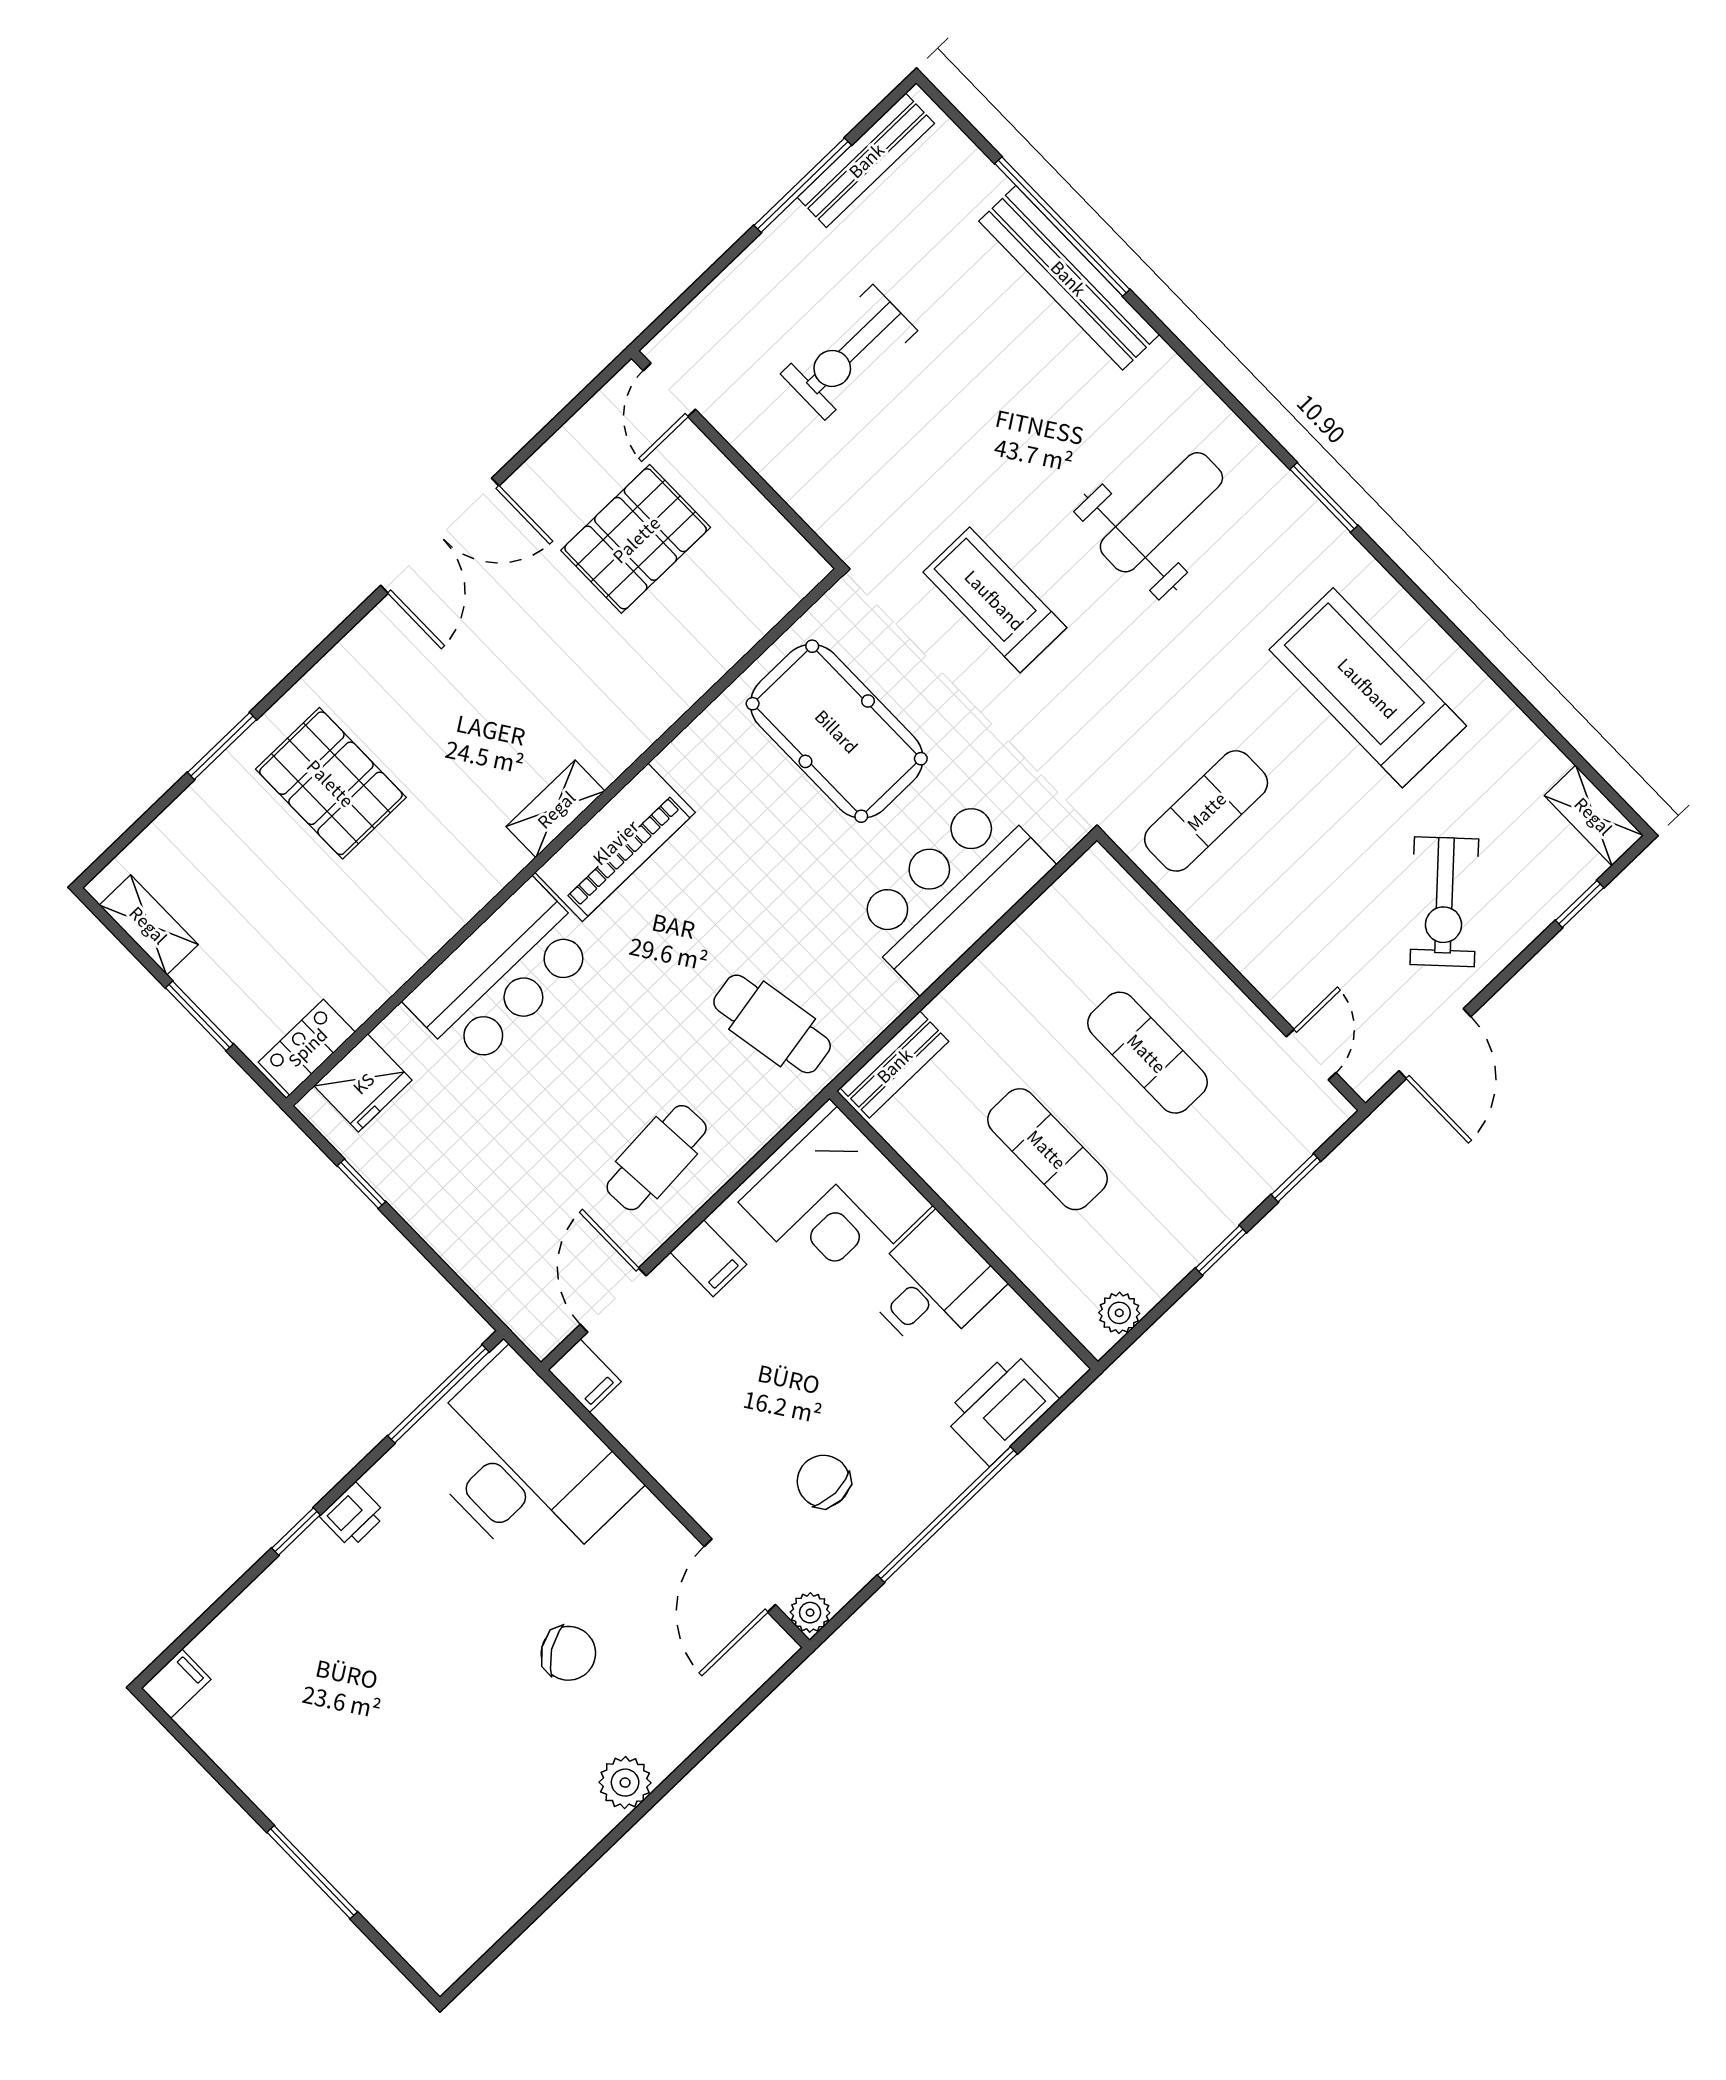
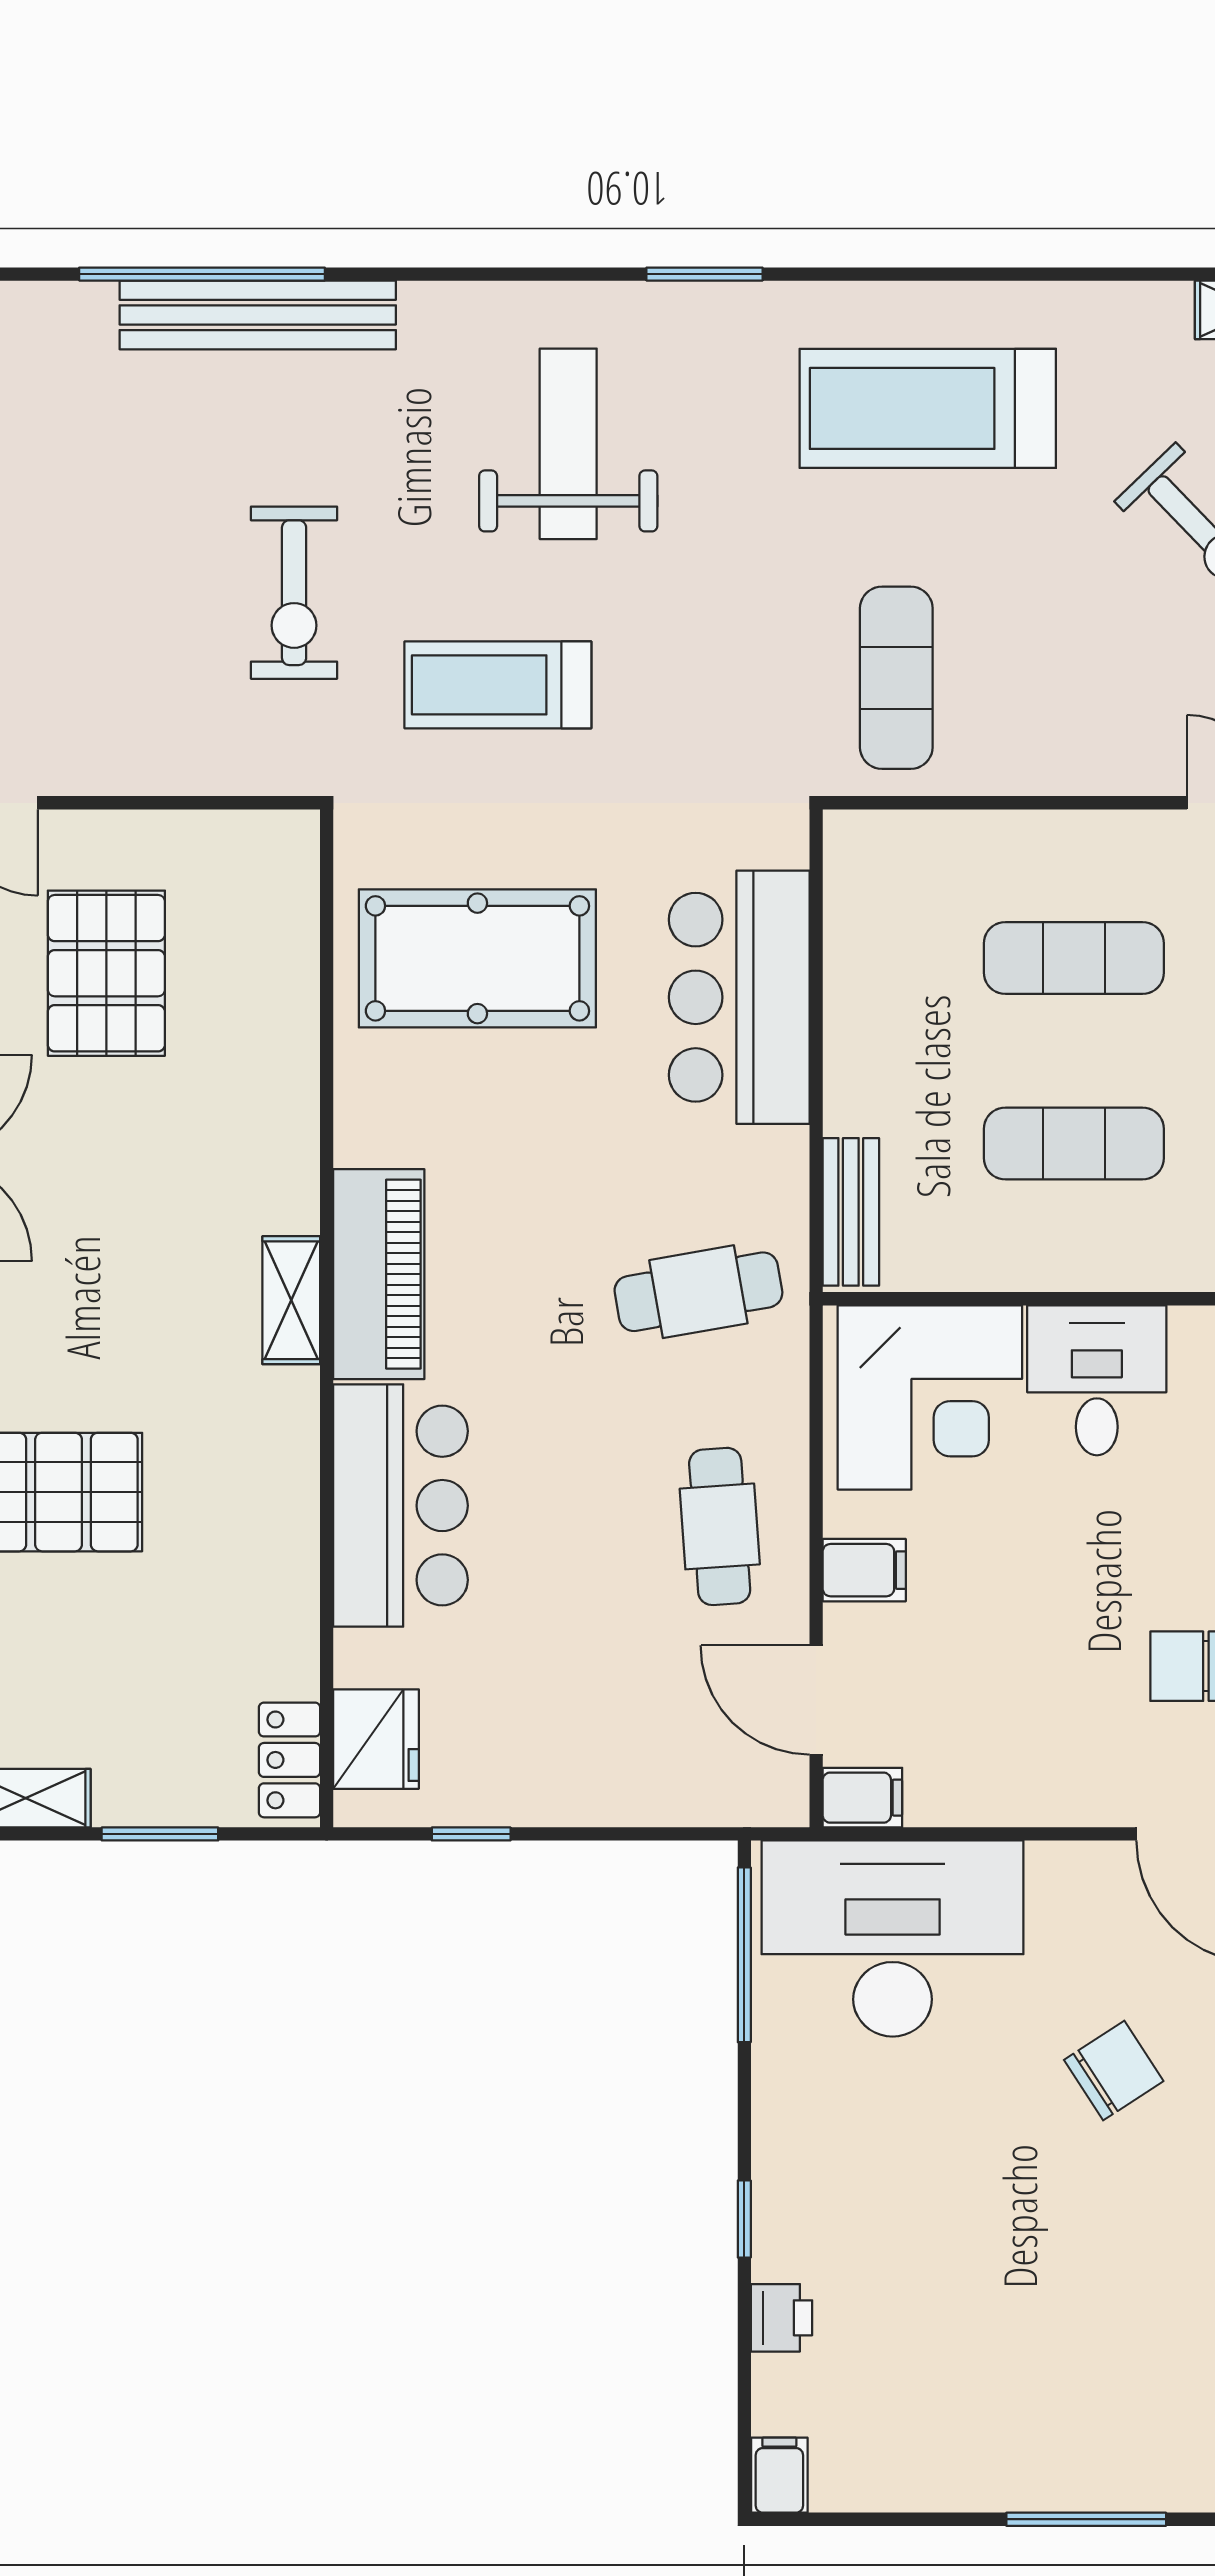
exercise bike: (849, 352) -> (294, 593), moved
printer: (353, 1515) -> (782, 2318), moved

